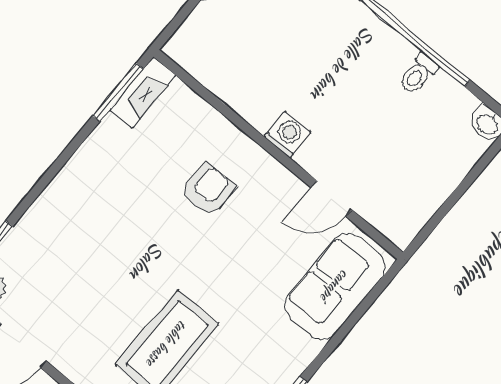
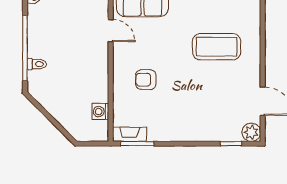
toilet: (418, 74) -> (37, 64), moved
washing machine: (287, 135) -> (100, 112), moved

